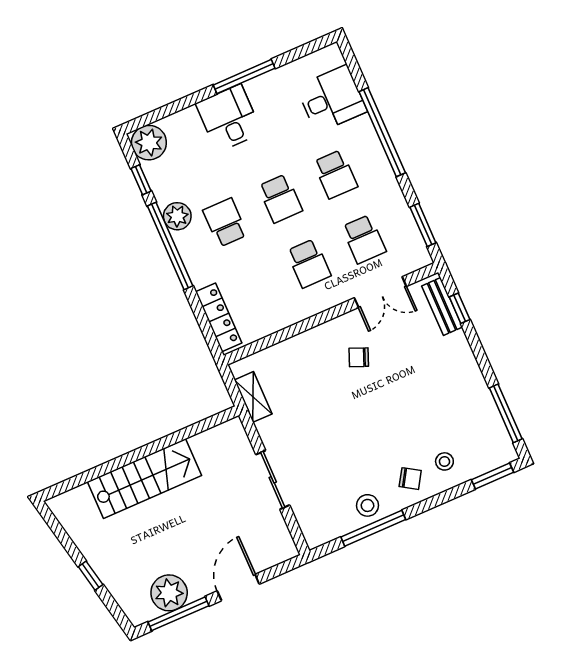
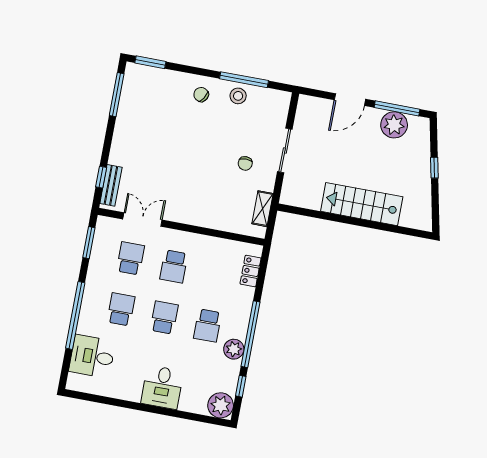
window: (244, 77) -> (136, 406), removed
school desk: (309, 263) -> (174, 266), turned 180
locker: (219, 317) -> (251, 271), width x0.66
chair: (359, 357) -> (245, 163), moved, turned 68
stool: (444, 461) -> (173, 91), removed

